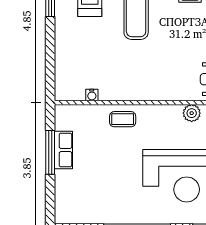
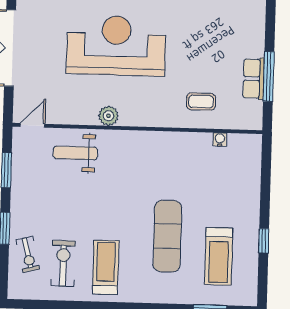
coffee table: (123, 119) -> (201, 101), moved

